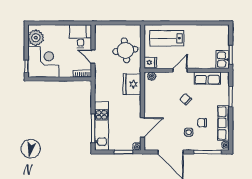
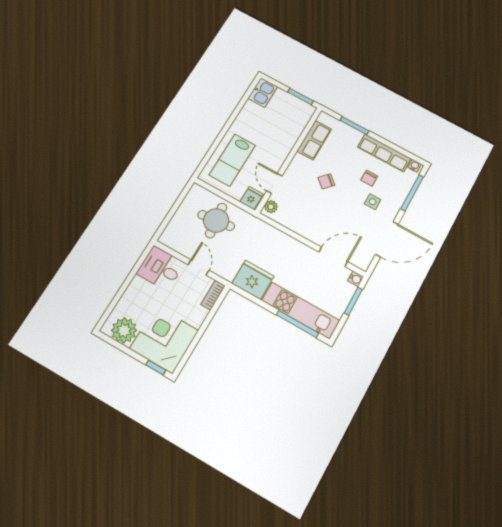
door: (93, 57) -> (199, 268), swing flipped
kitchen sink: (222, 60) -> (263, 92), moved, turned -90
door: (180, 70) -> (274, 183), moved
fridge: (132, 84) -> (253, 280), moved, turned 180
door: (142, 127) -> (333, 257), hinge flipped

